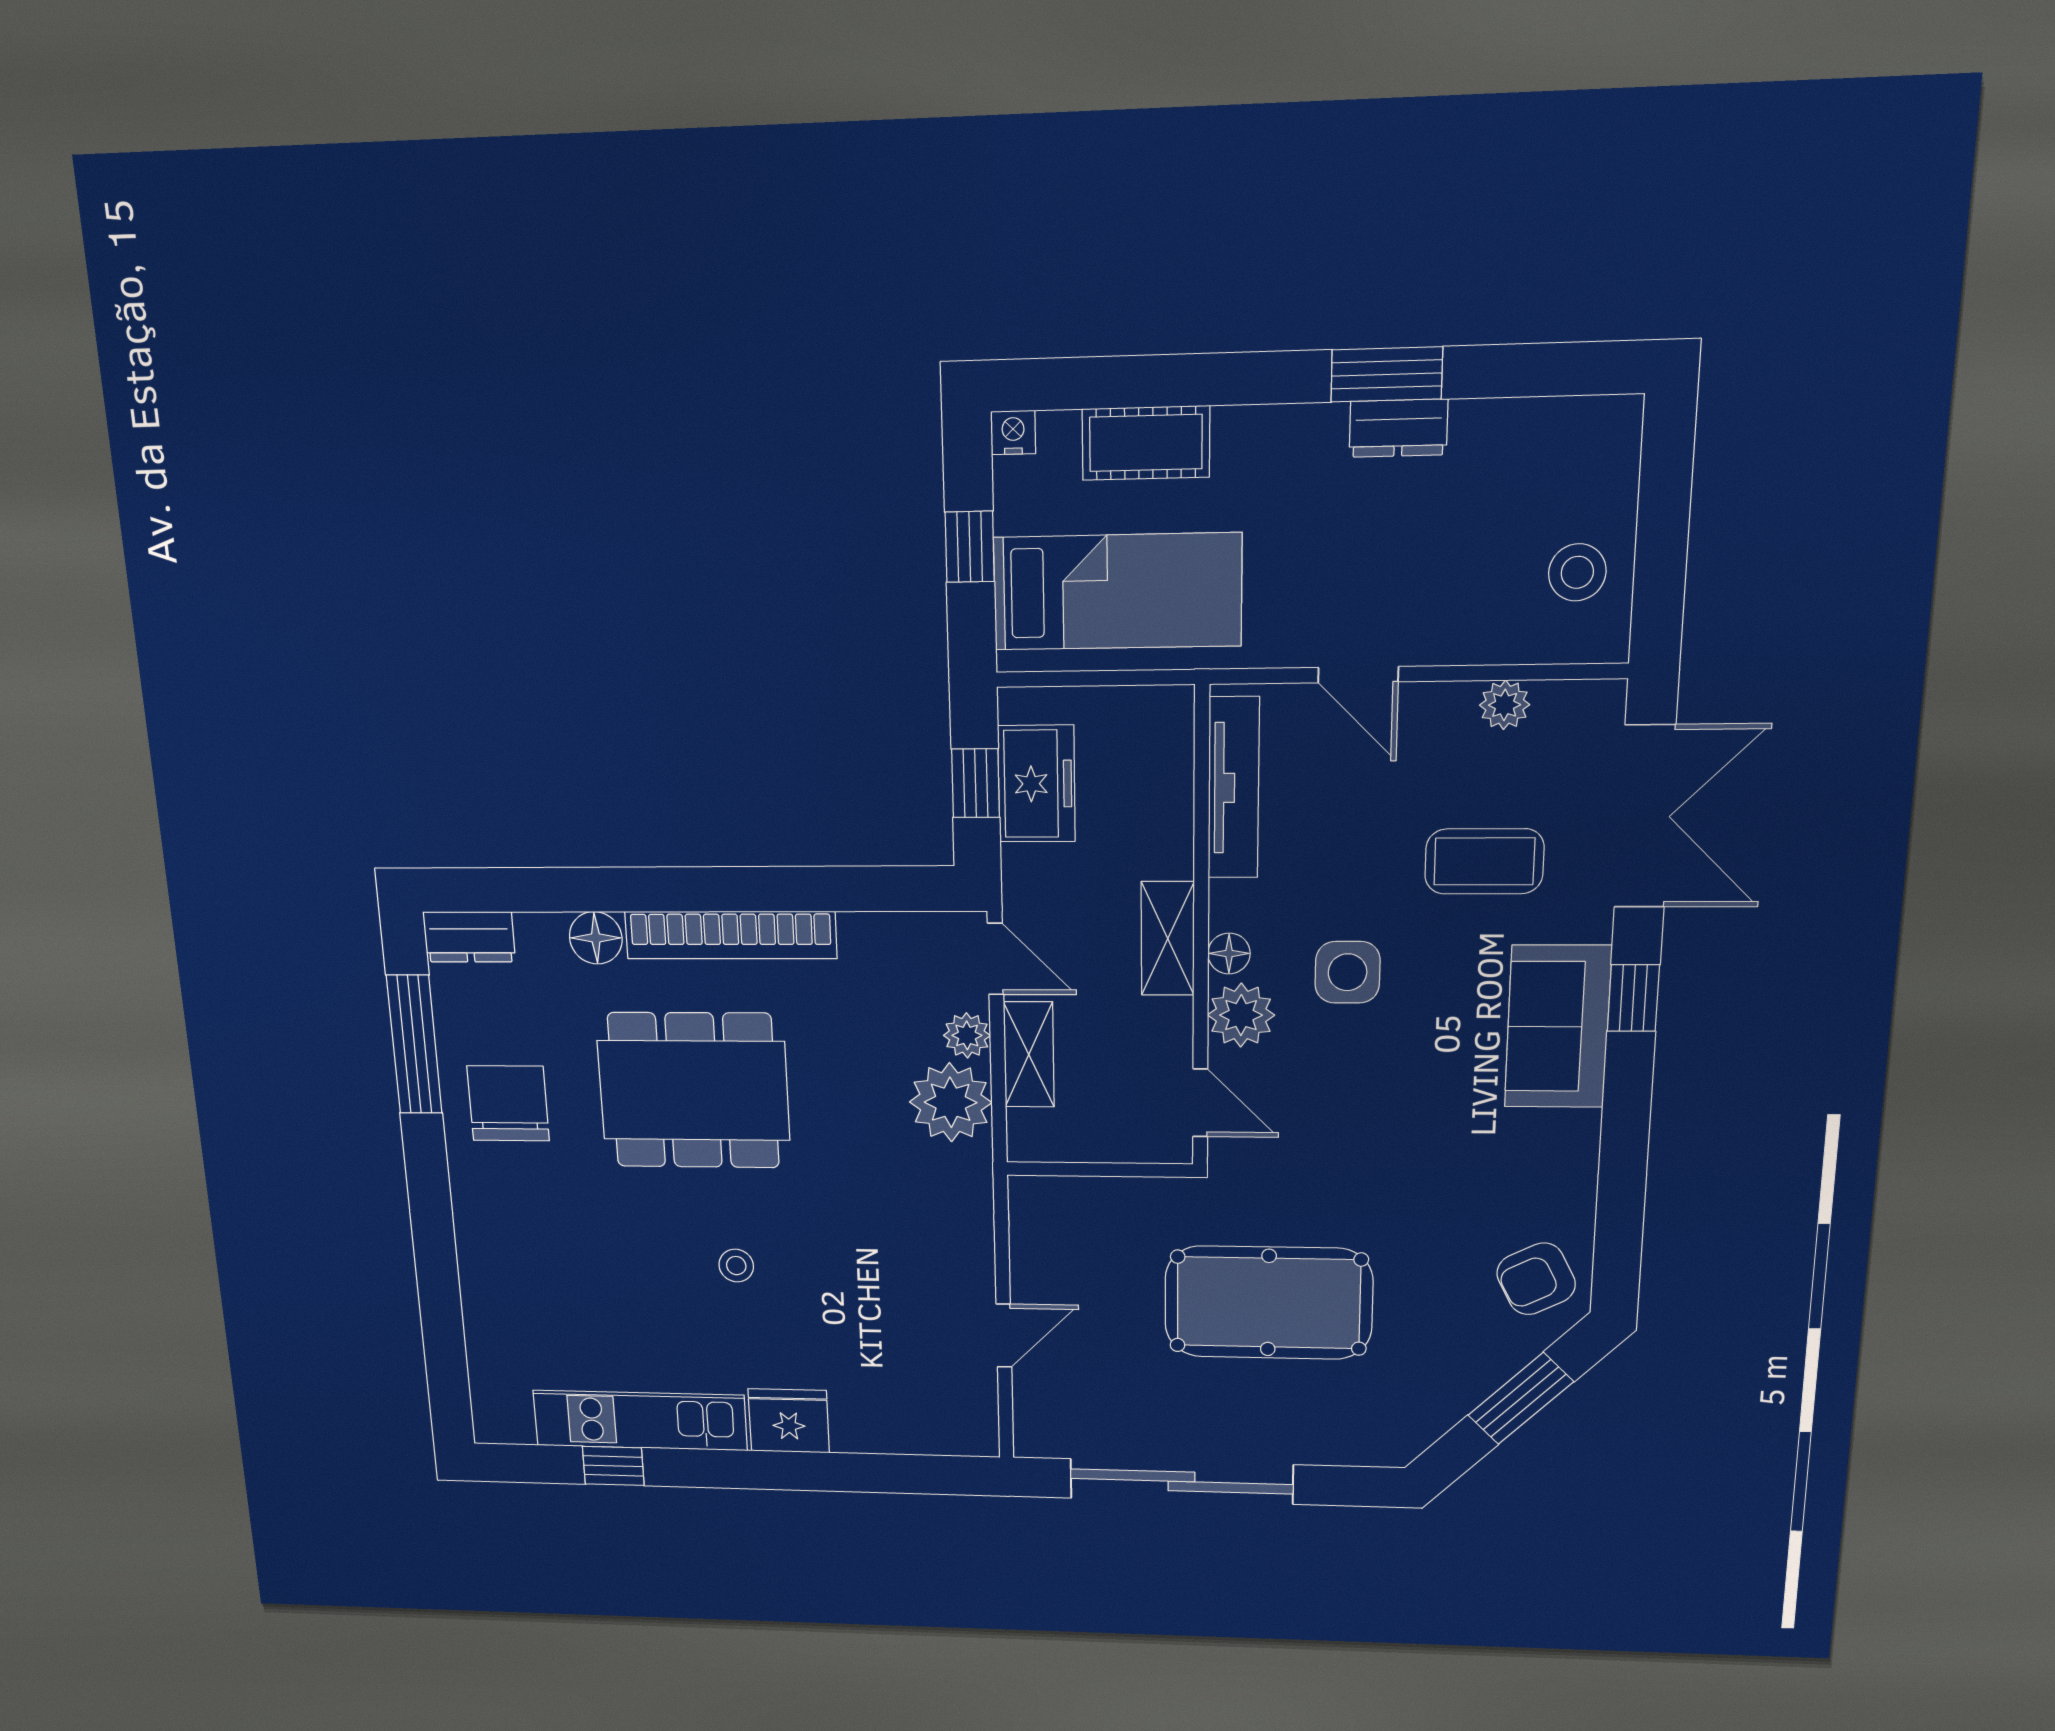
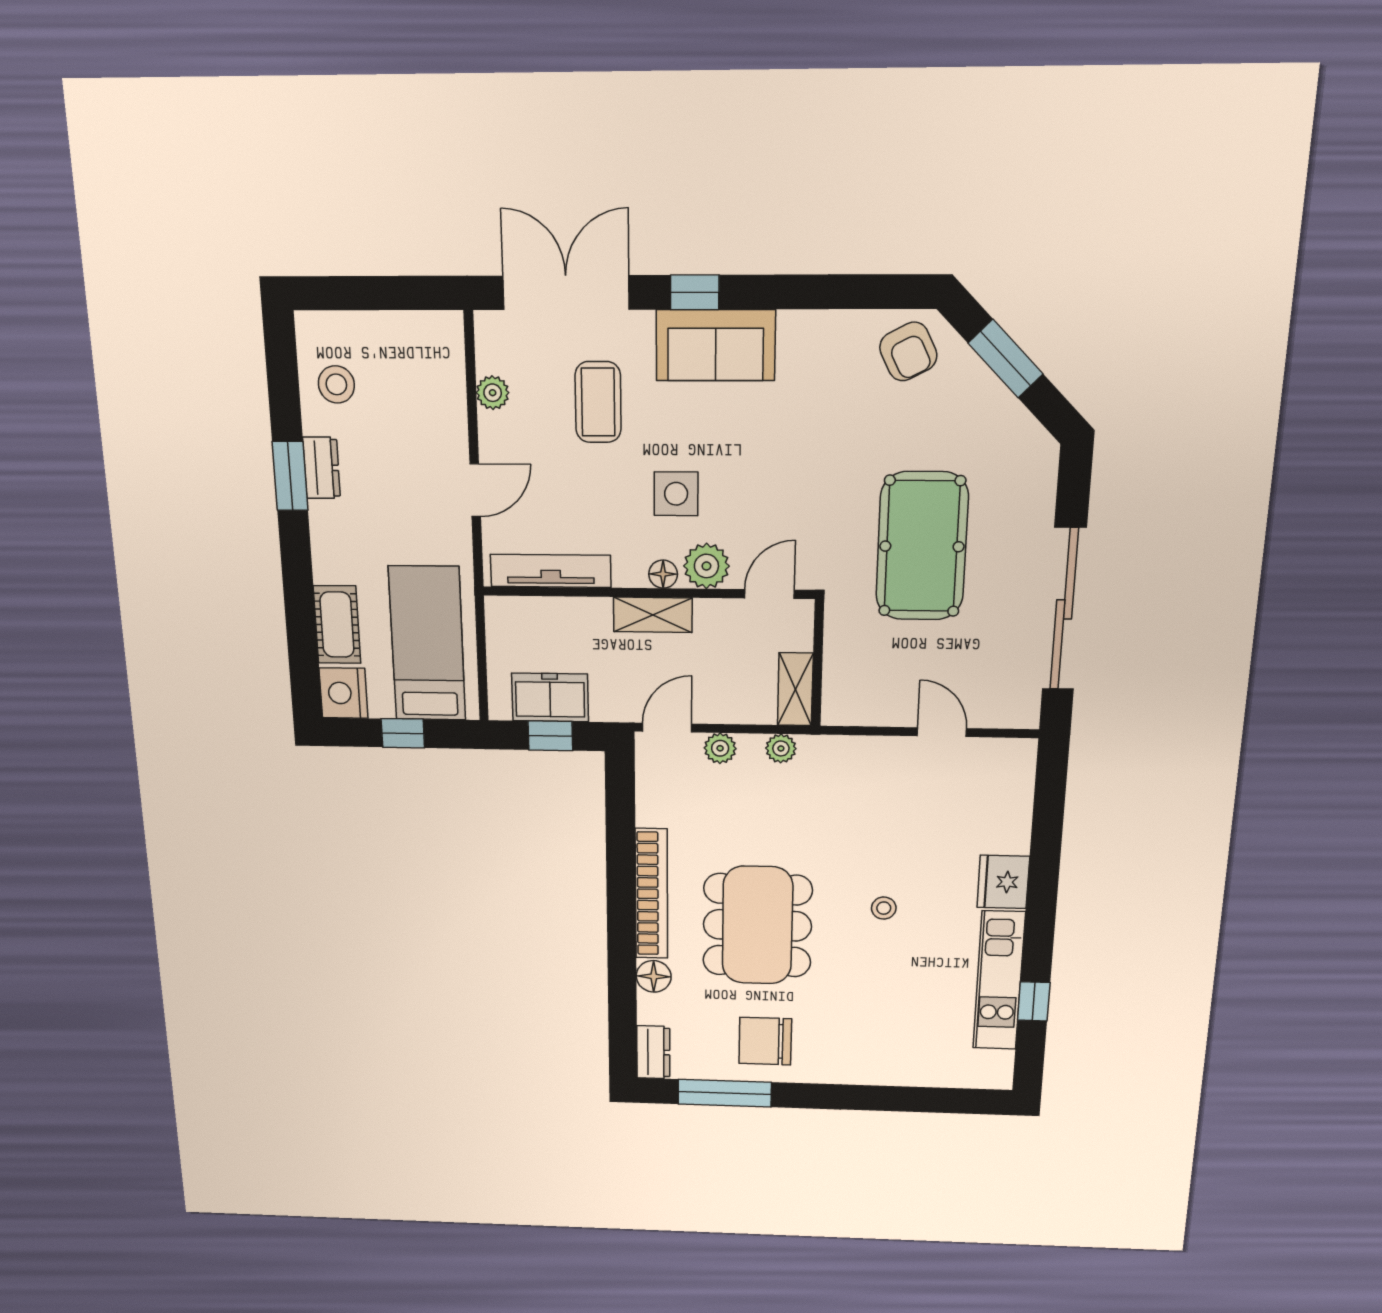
nightstand: (1013, 433) -> (343, 693), width x1.89, depth x1.79
stool: (1577, 572) -> (336, 384), moved
shelving: (1029, 1054) -> (795, 689), moved, turned 90
plant: (951, 1102) -> (781, 748), width x0.53, depth x0.53

